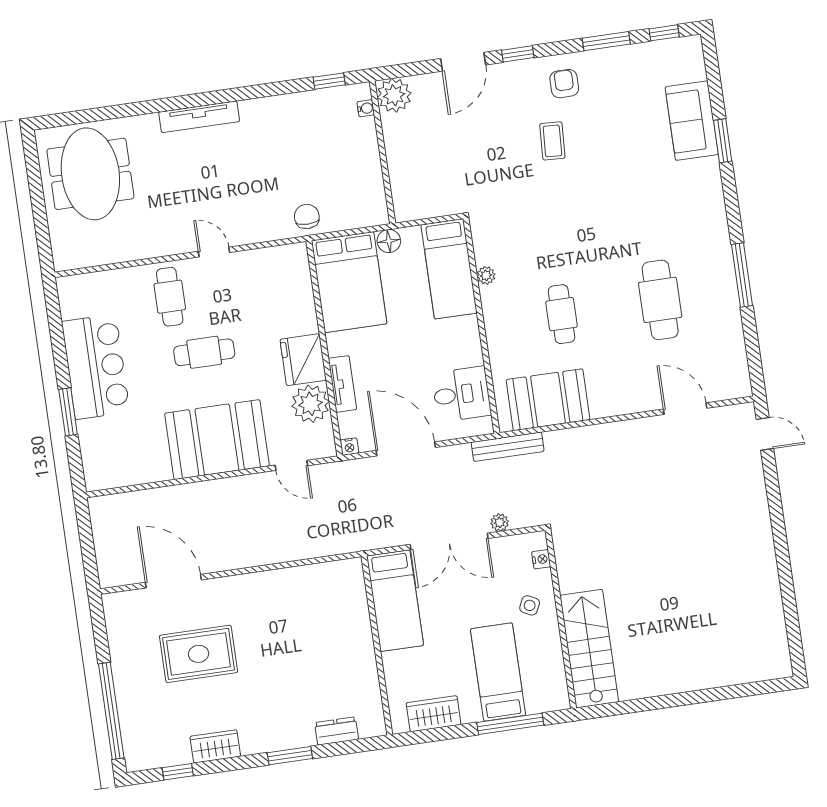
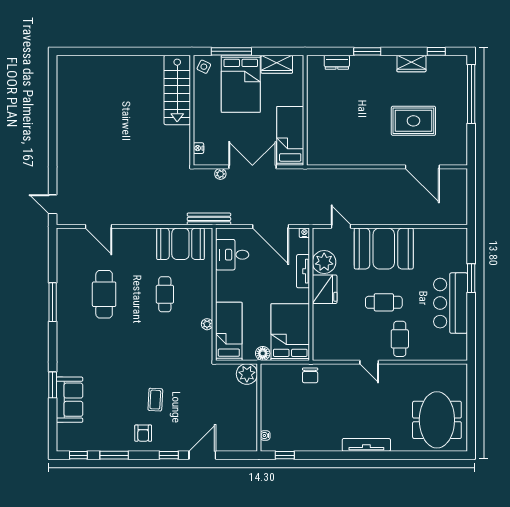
plant: (394, 95) -> (247, 374), moved
side table: (530, 605) -> (204, 67), moved
bed: (498, 672) -> (241, 84), width x1.50

